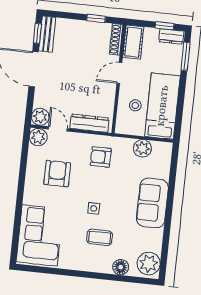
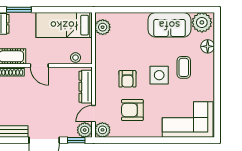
window: (37, 33) -> (76, 140), moved
stool: (135, 105) -> (75, 58), moved
plant: (142, 148) -> (103, 27), moved
armchair: (101, 157) -> (127, 79), moved
sofa: (152, 203) -> (169, 25), moved
side table: (94, 208) -> (159, 75), width x1.87, depth x1.87

